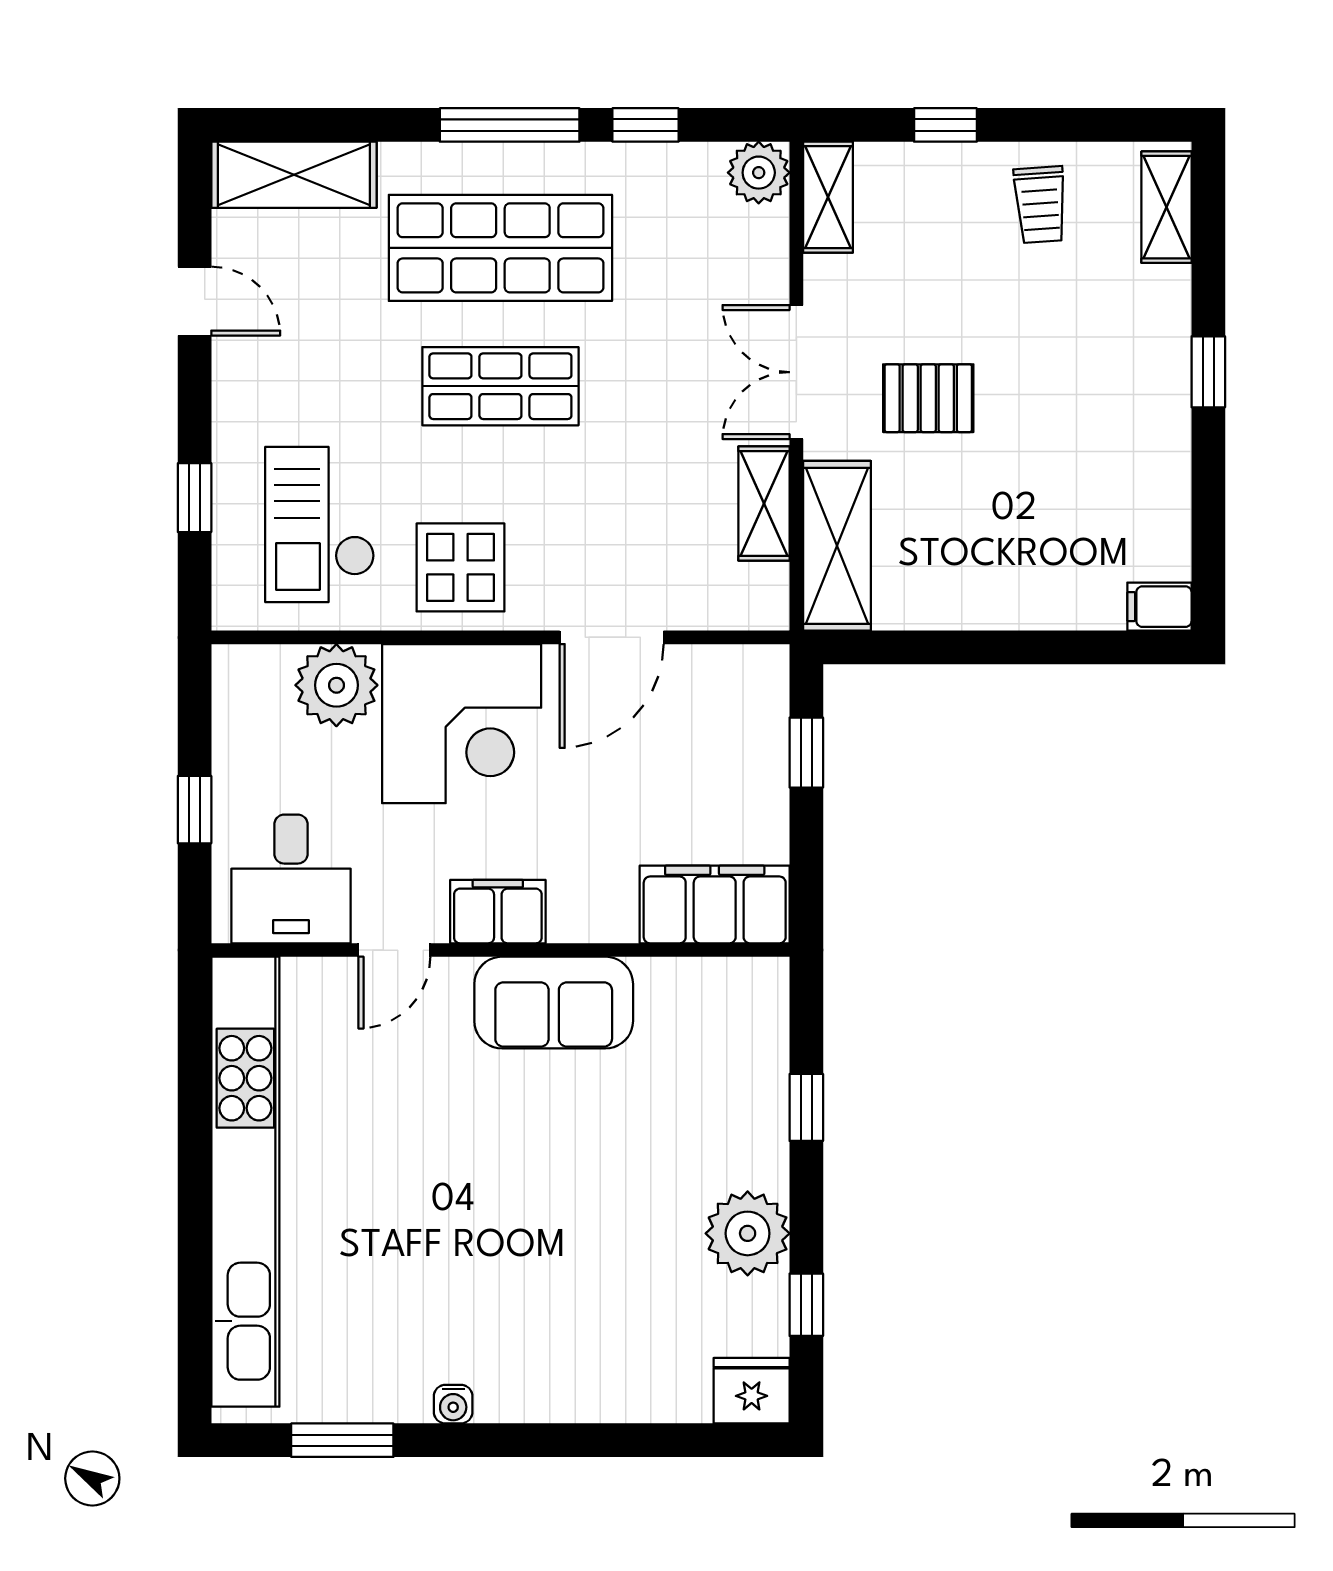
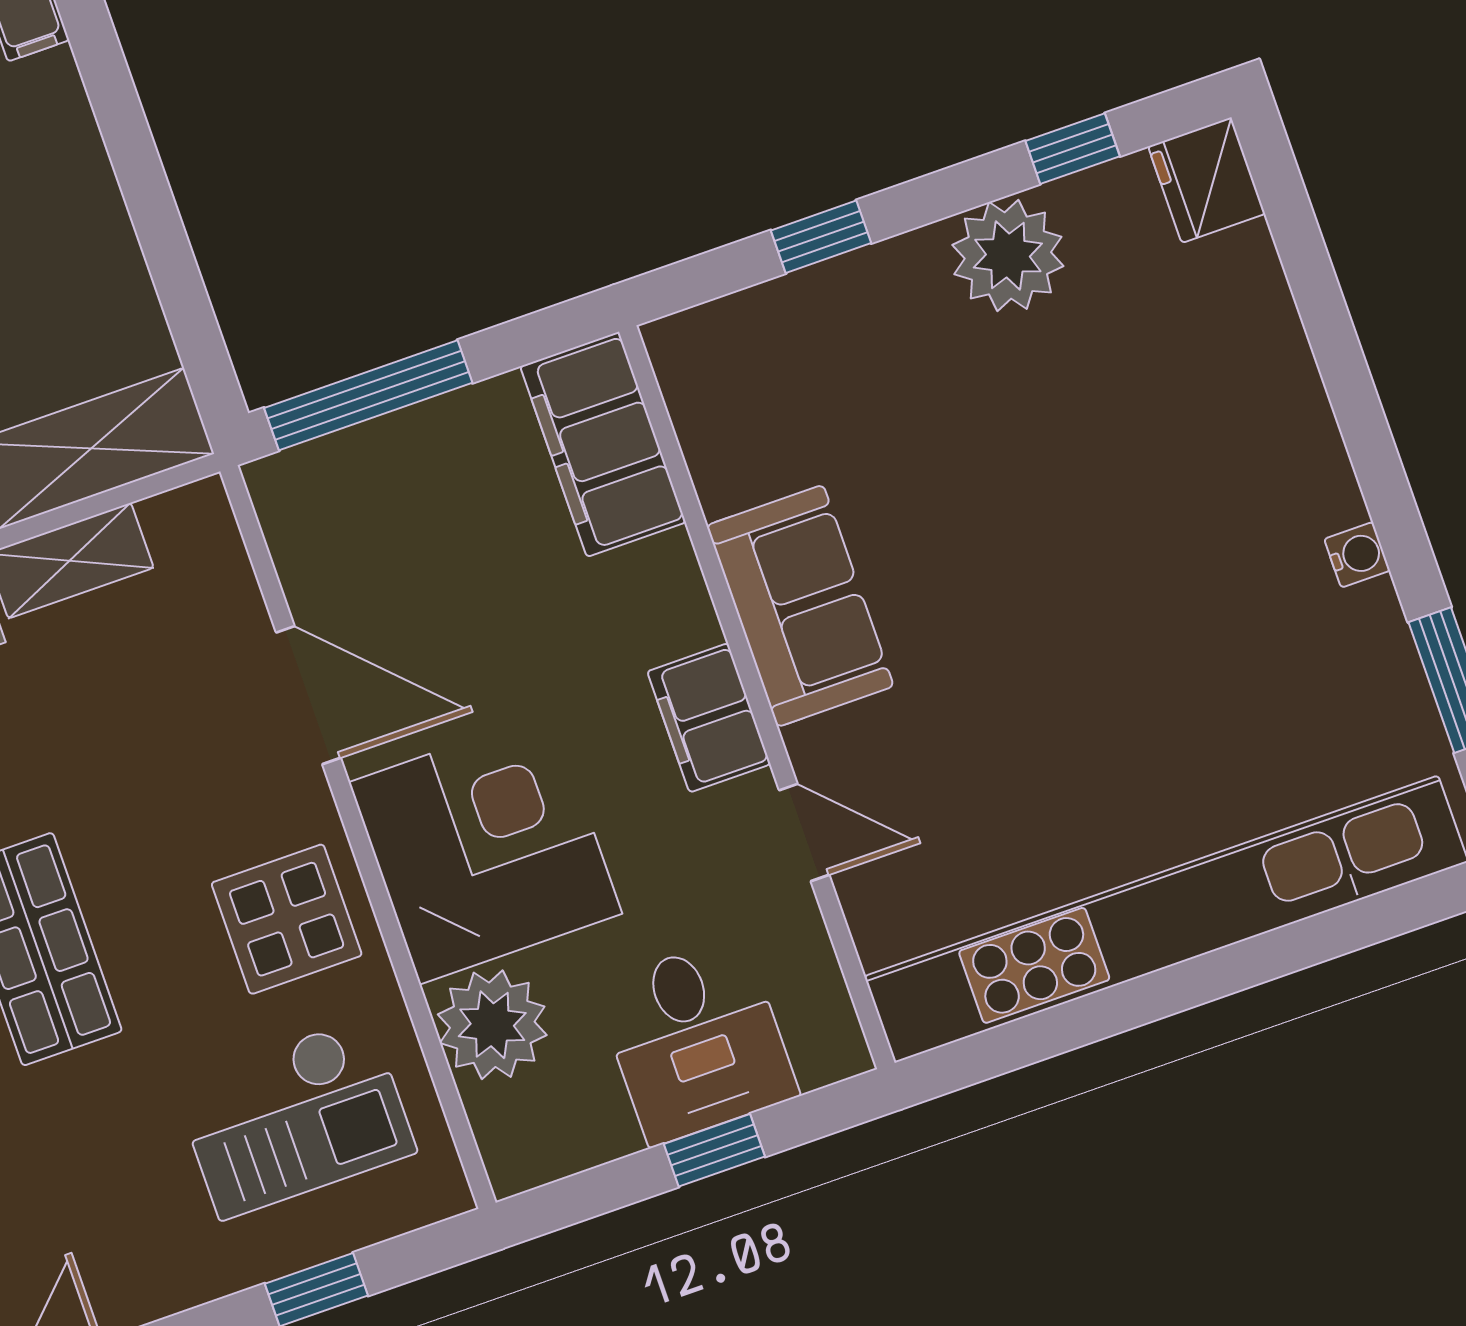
window: (806, 753) -> (368, 395), width x2.17
desk: (291, 879) -> (697, 1040), moved, turned 90

